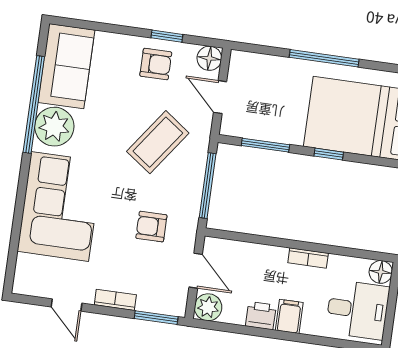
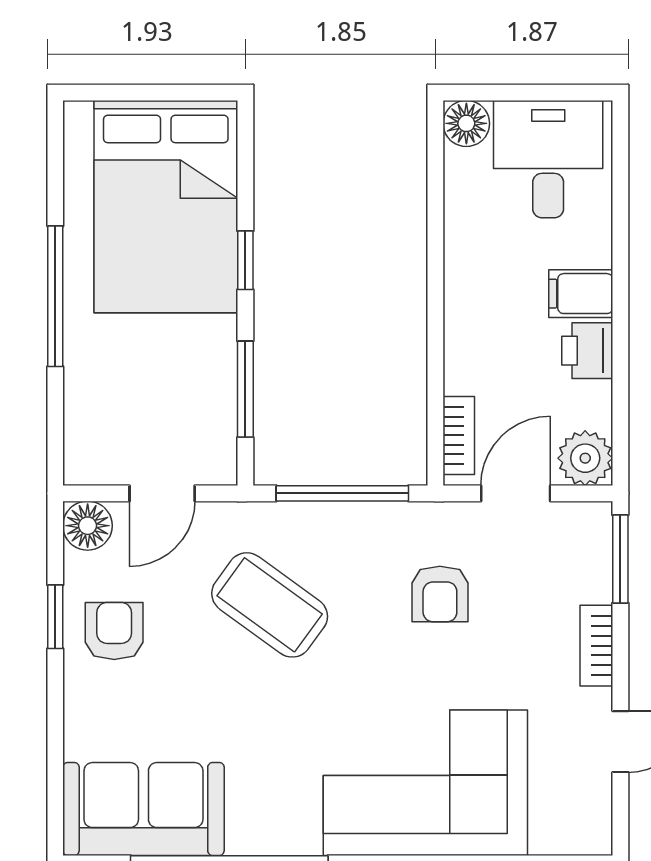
plant: (54, 127) -> (268, 816), removed
bookcase: (308, 258) -> (459, 435), moved

